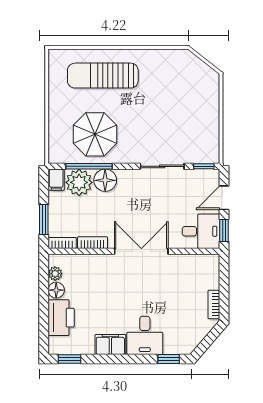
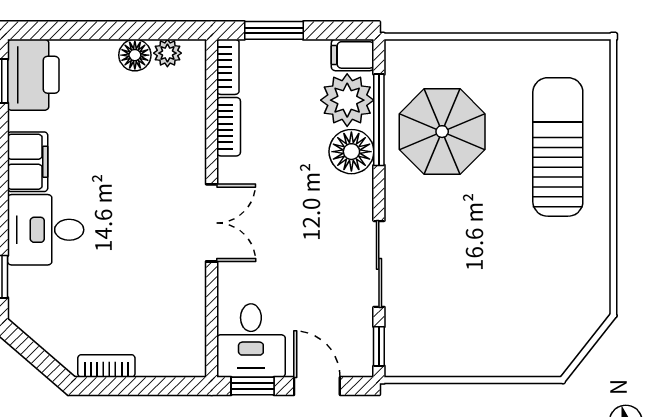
double door: (141, 251) -> (212, 223), width x0.73
printer: (61, 318) -> (33, 75), moved, turned -90

